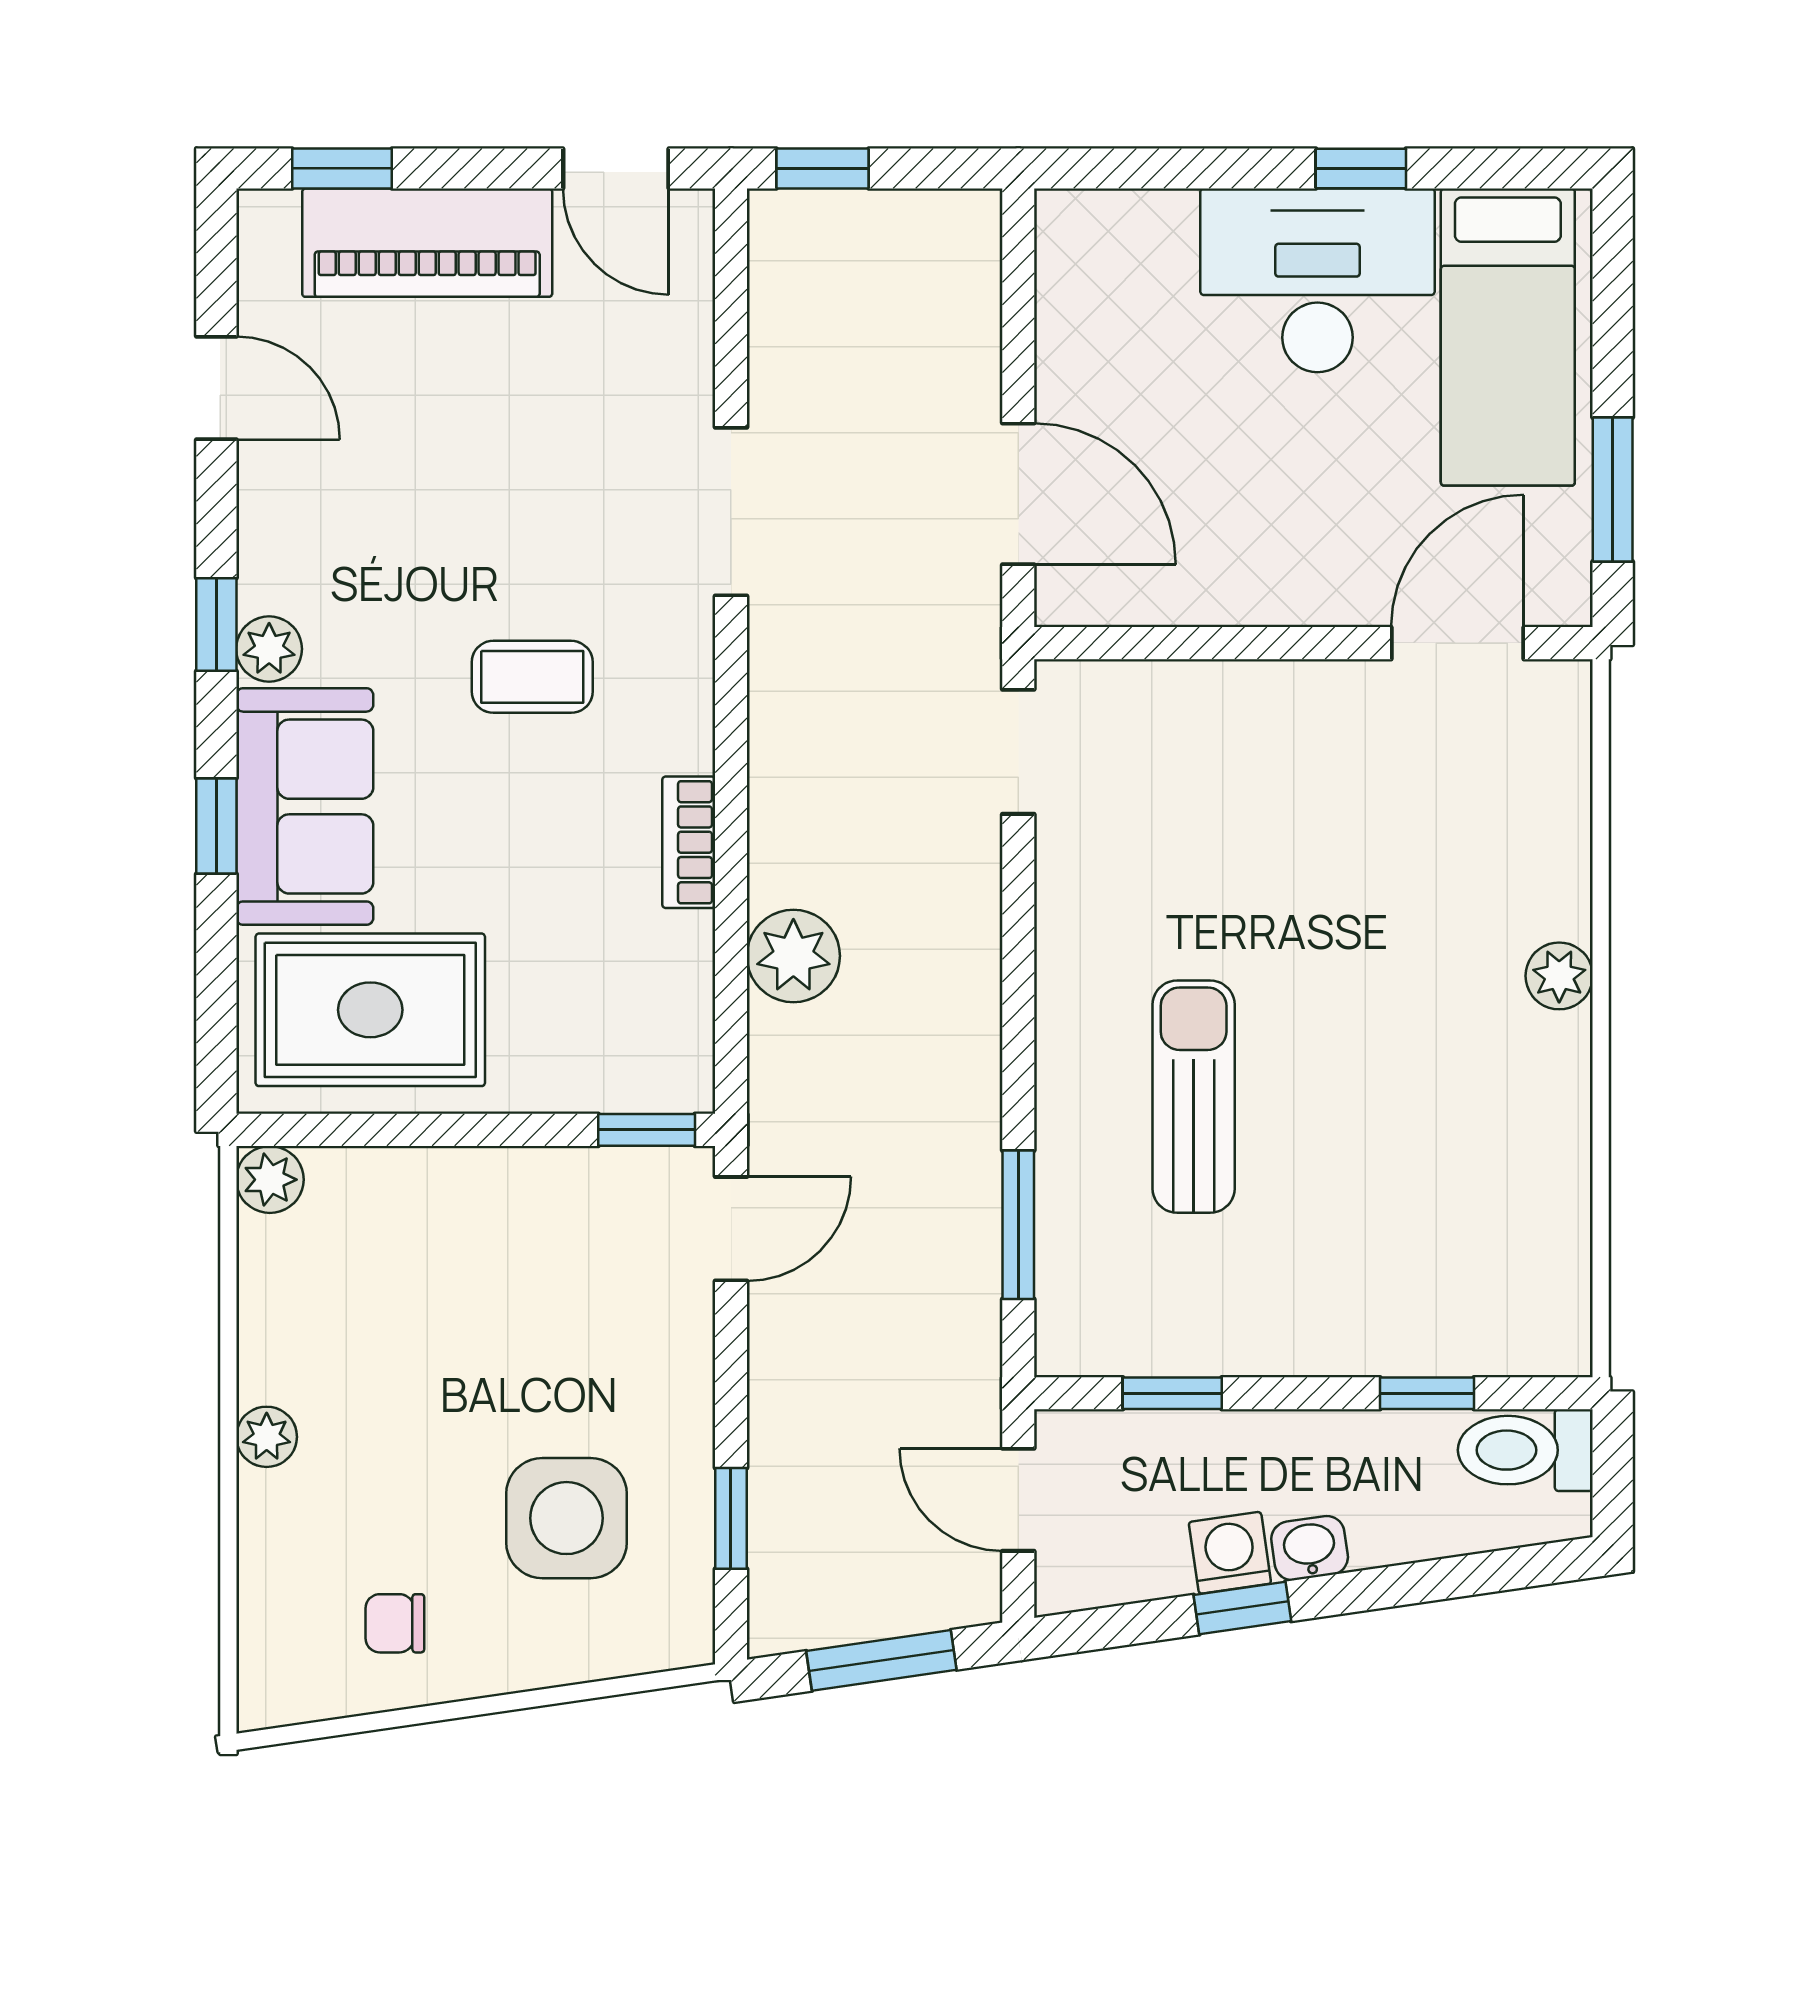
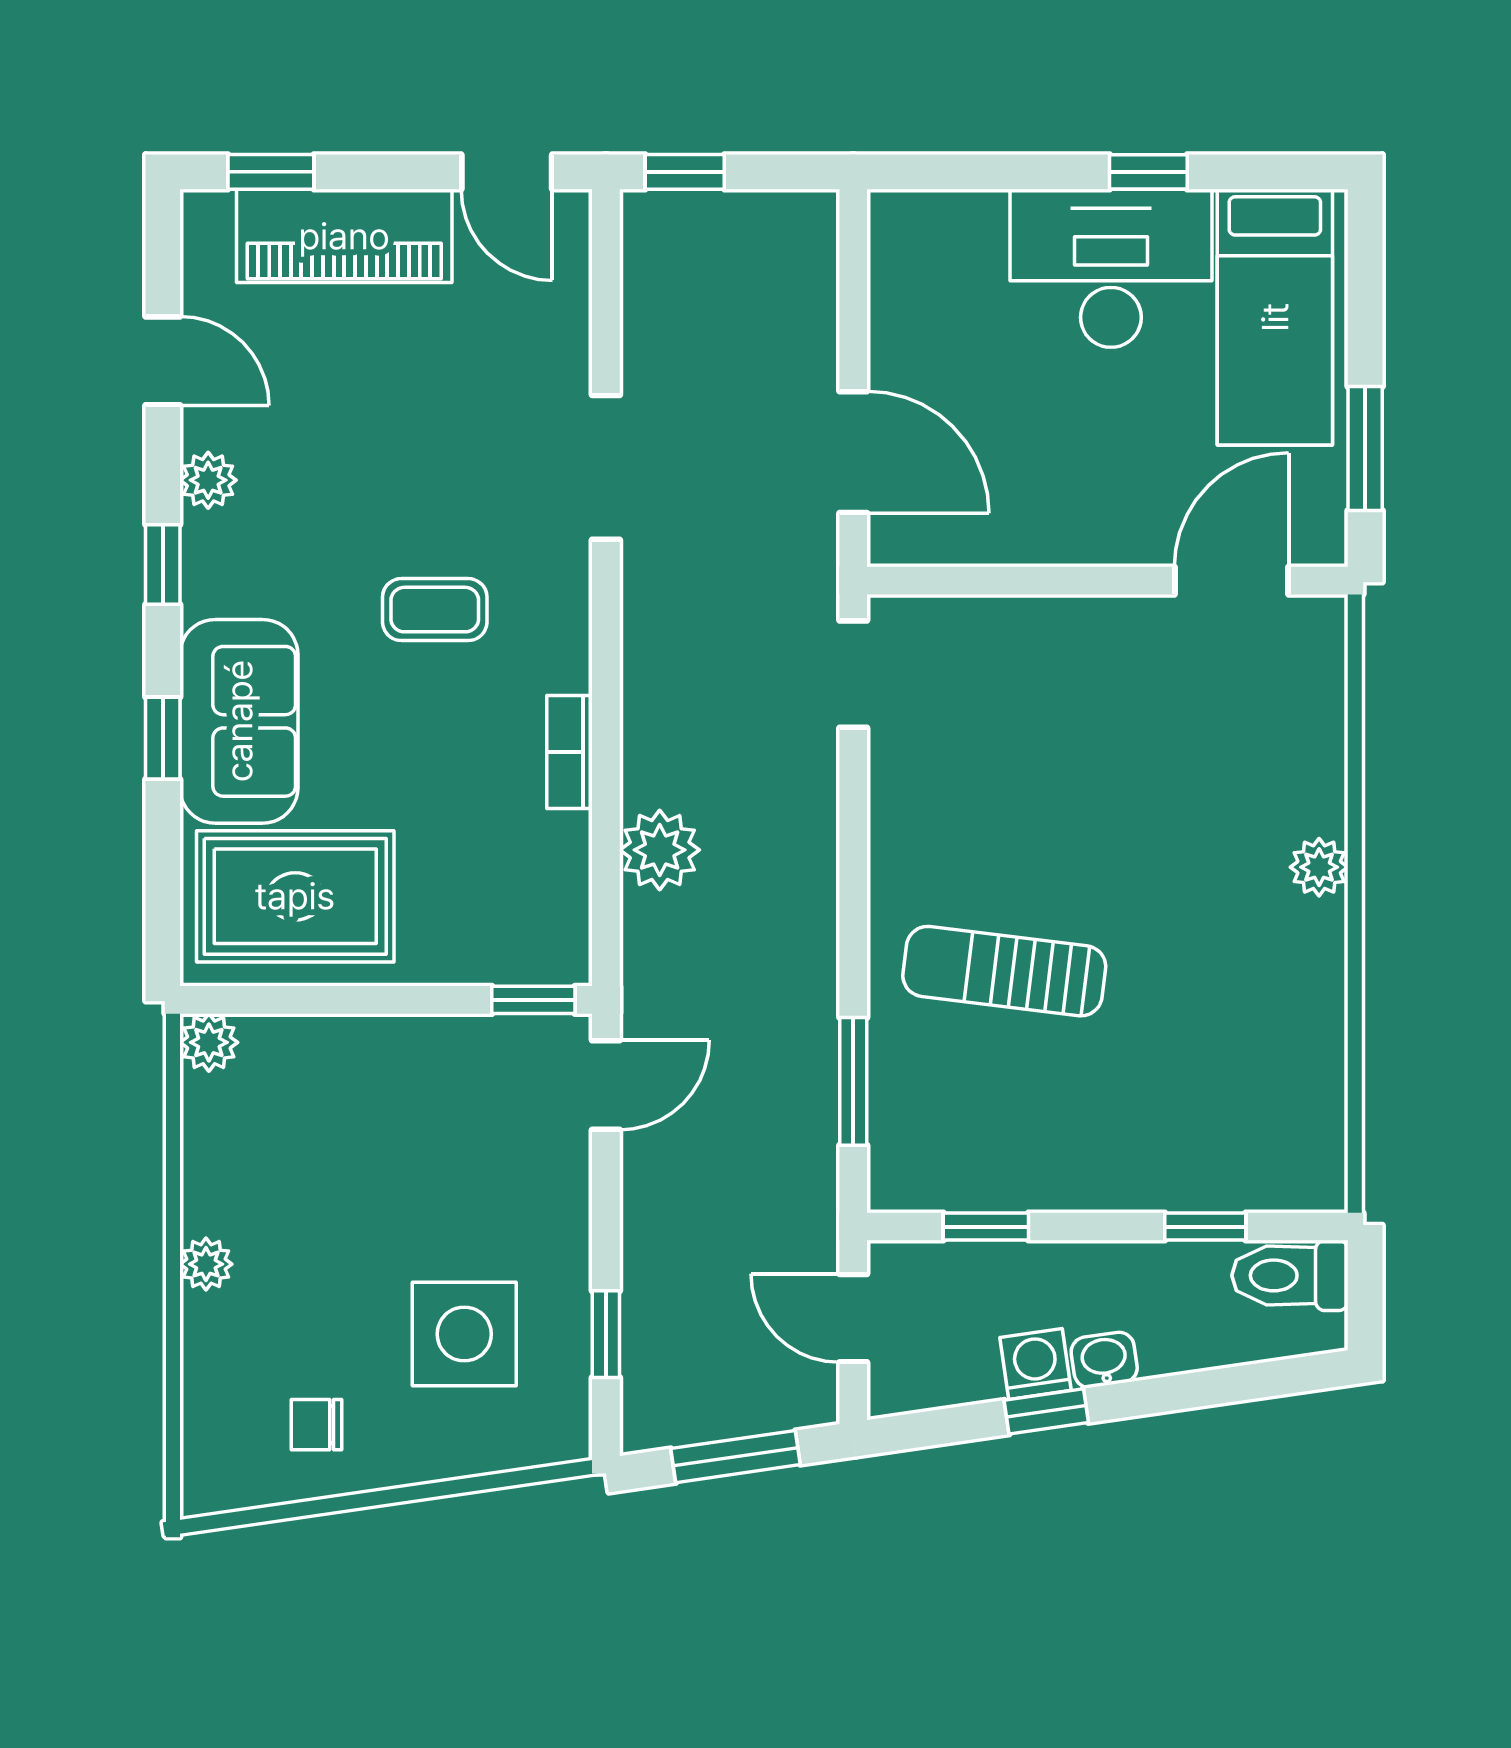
plant: (269, 649) -> (208, 480), moved
sun lounger: (1194, 1097) -> (1004, 971), turned -83

